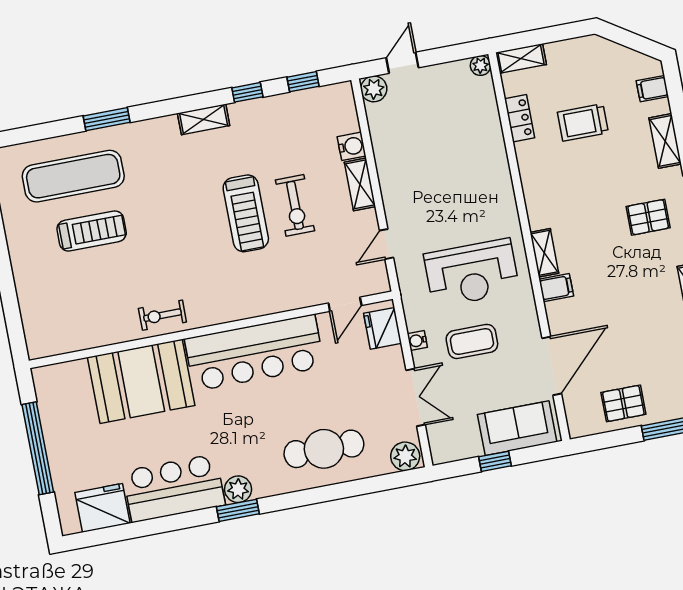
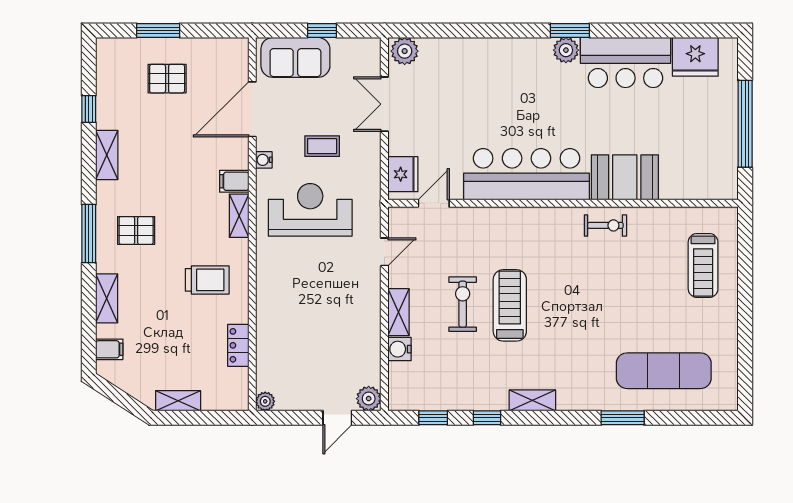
shelving: (521, 58) -> (178, 401), moved
trolley: (583, 122) -> (207, 280), moved
treadmill: (92, 231) -> (703, 265), moved, turned -90
water cooler: (417, 341) -> (264, 160), moved, turned 180
coffee table: (472, 341) -> (322, 146), width x0.73, depth x0.77
booth: (141, 381) -> (625, 177), width x0.73, depth x0.70
pallet: (623, 403) -> (167, 79), moved
cafe table: (324, 449) -> (479, 72), removed

